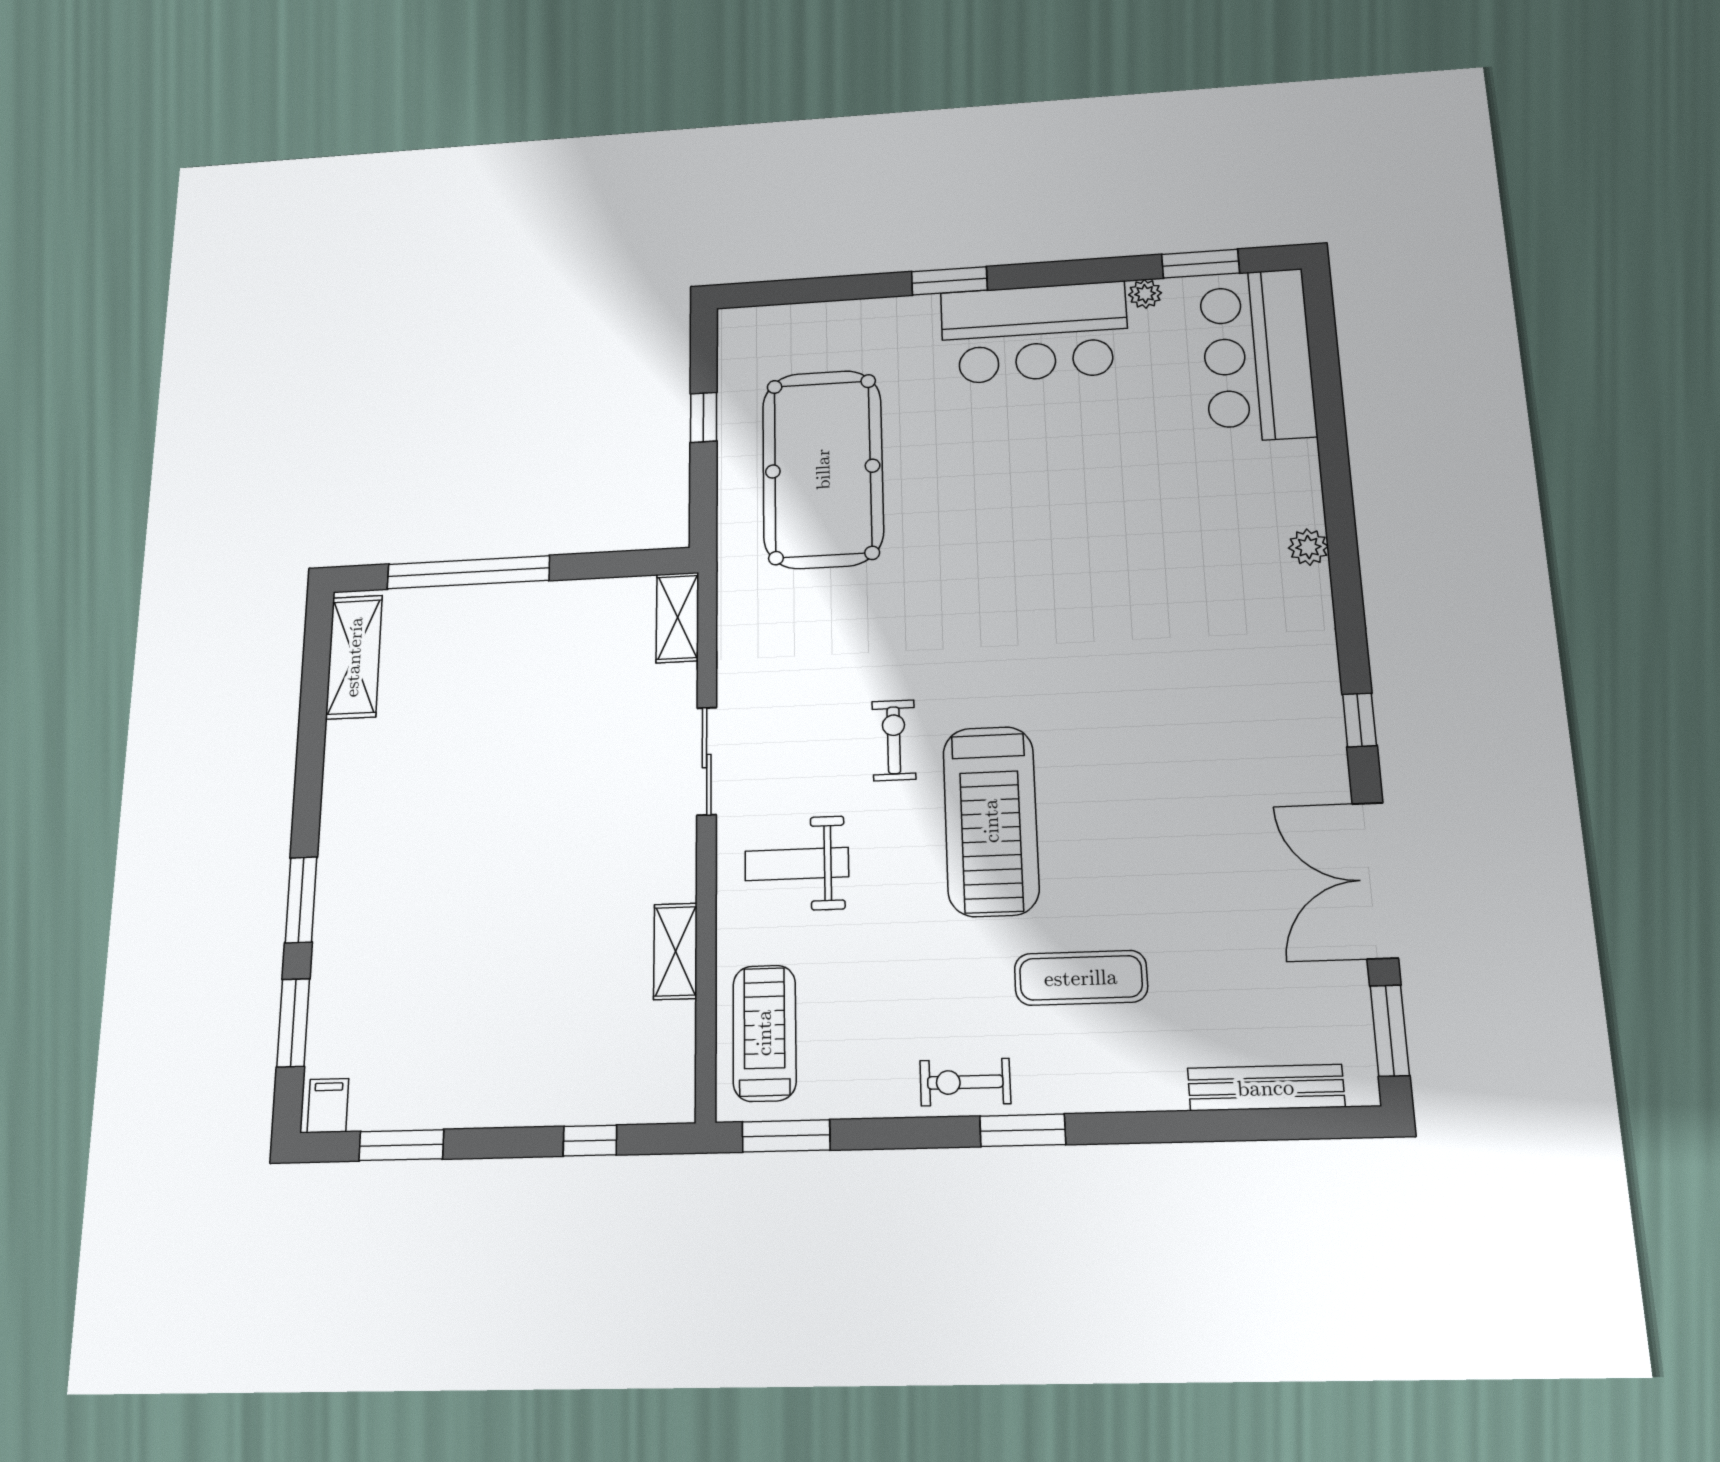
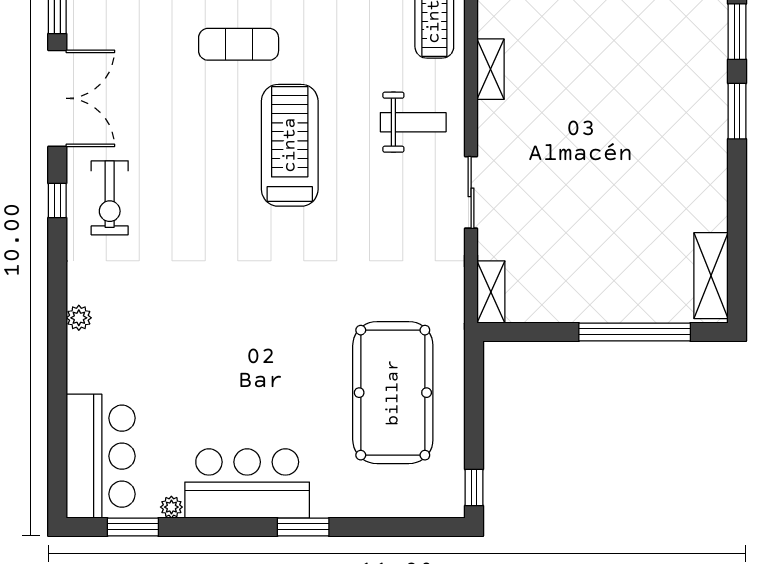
window: (704, 417) -> (474, 487), moved
exercise bike: (894, 740) -> (110, 198), moved, width x1.38, depth x1.39

